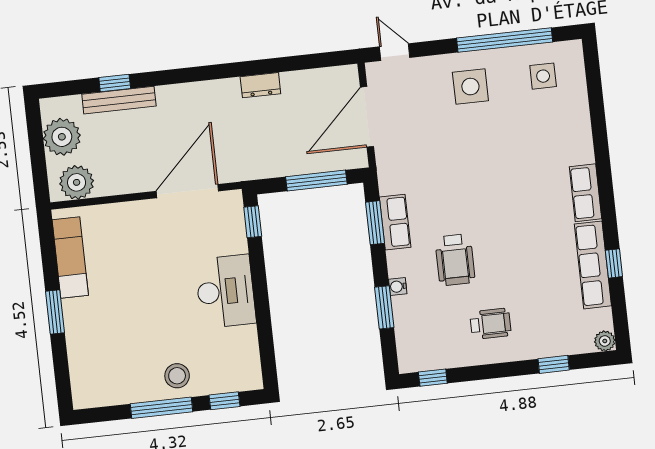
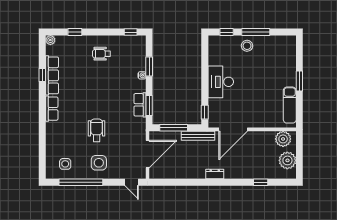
dresser: (260, 85) -> (215, 174), moved
bench: (119, 100) -> (198, 136), moved
wheelchair: (455, 260) -> (97, 130), moved

